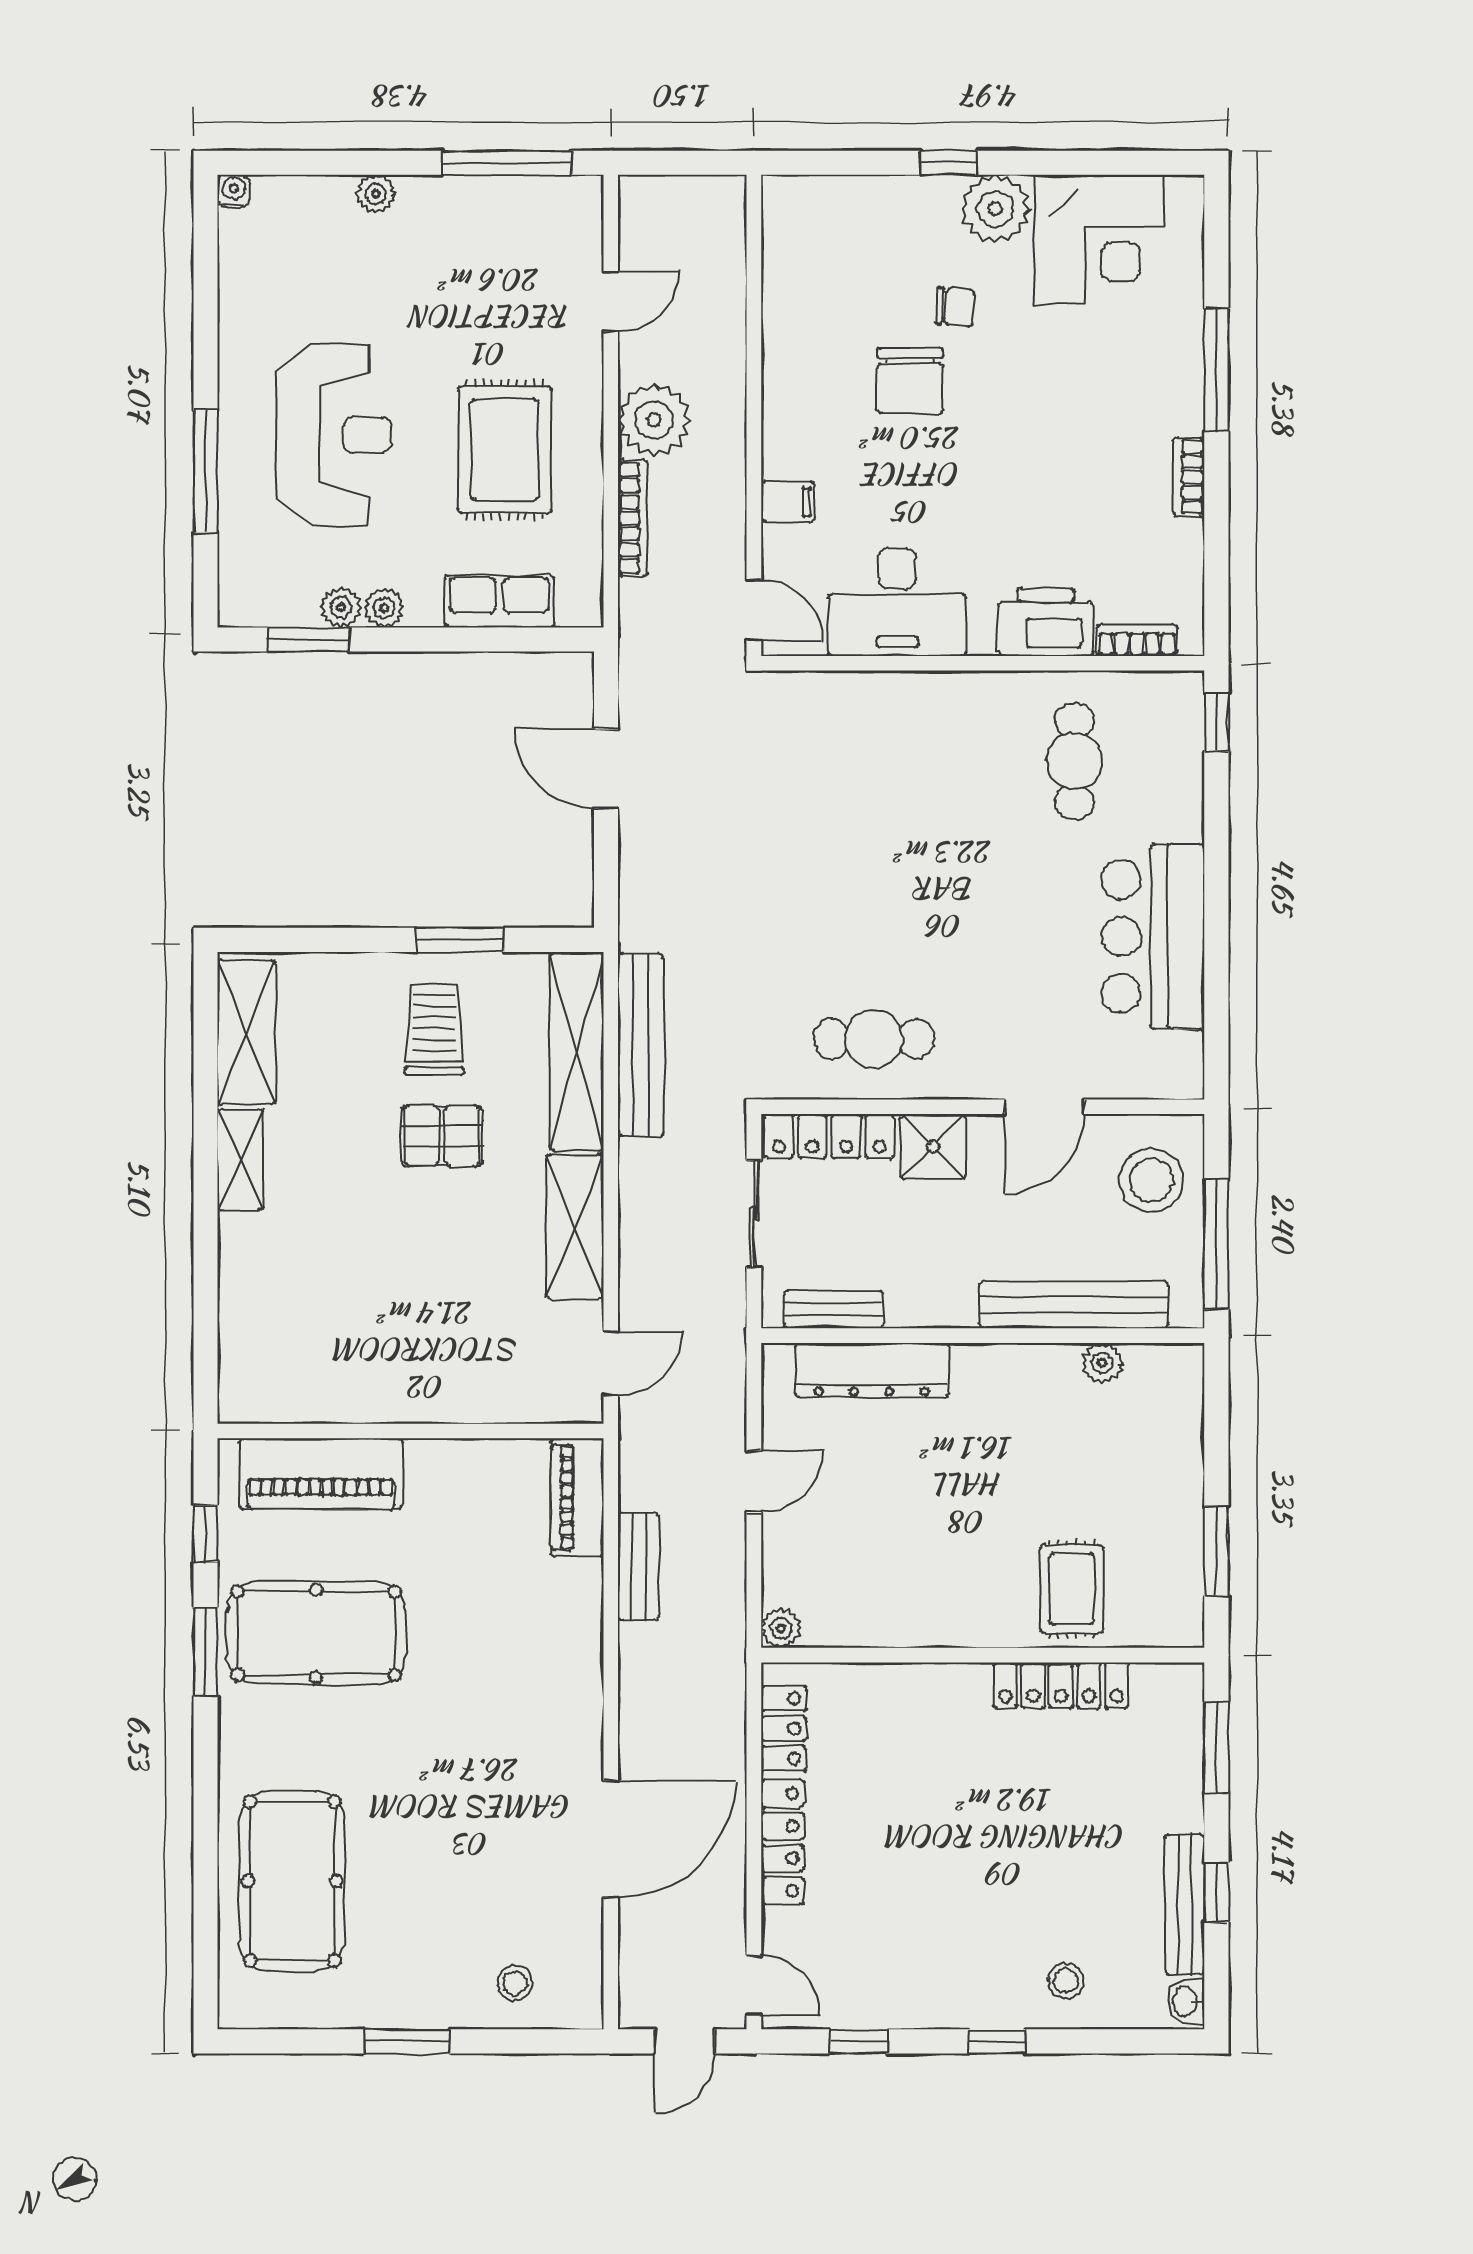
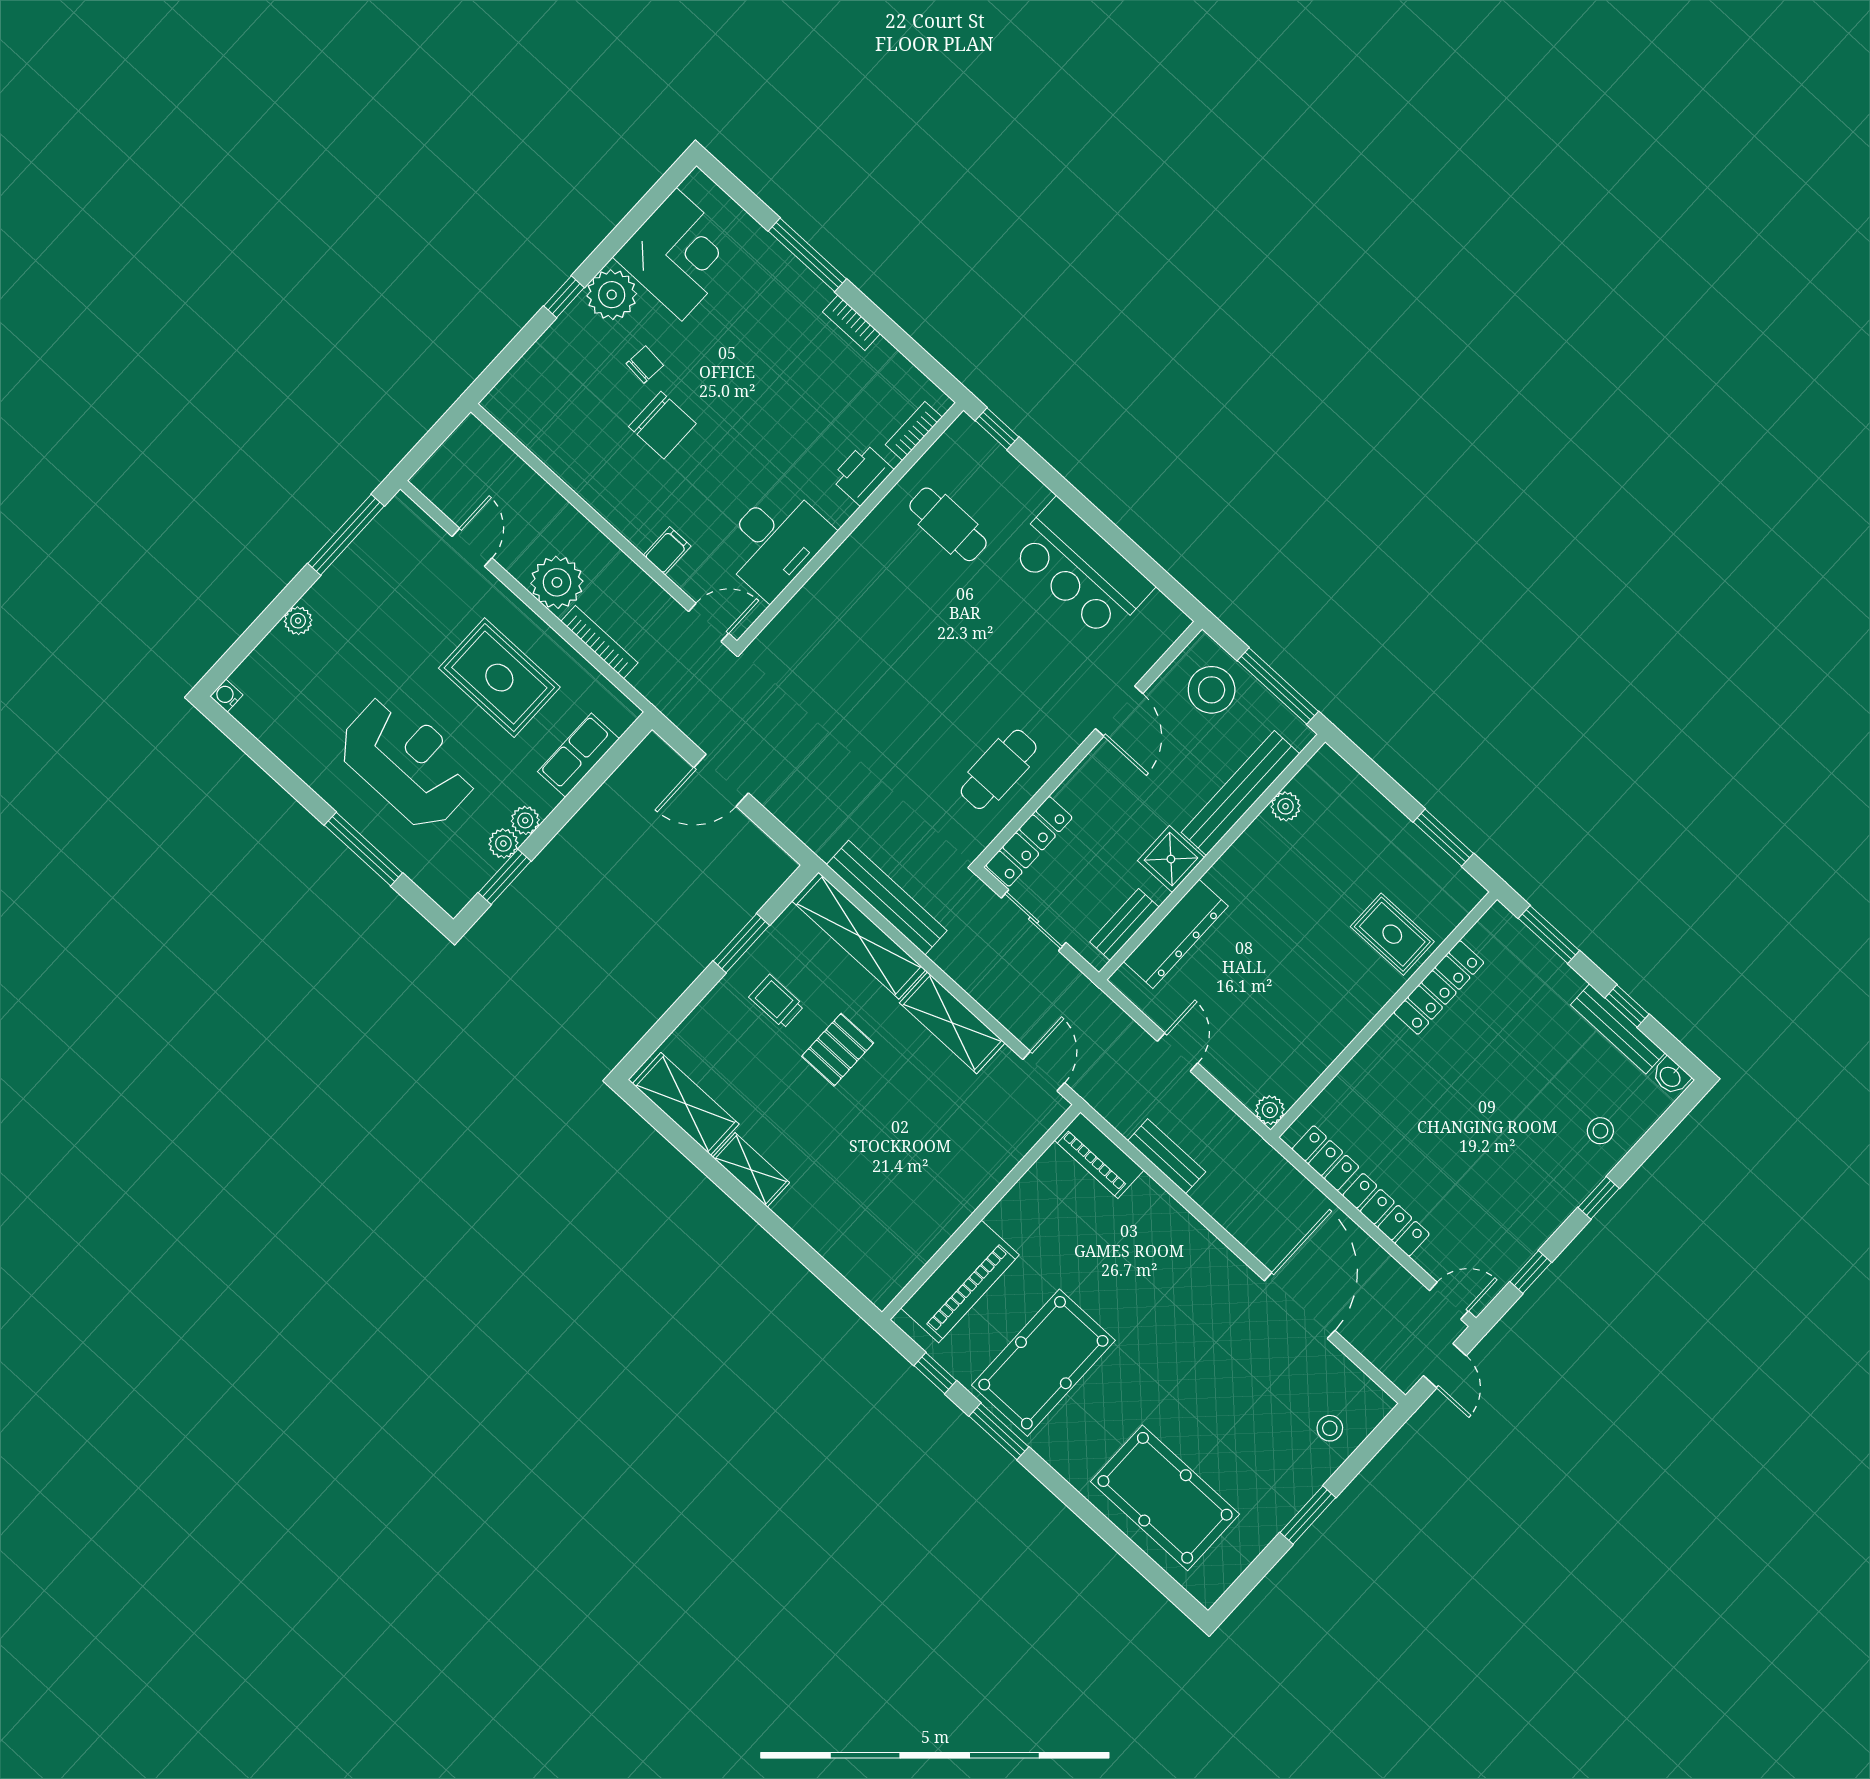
printer: (1046, 622) -> (862, 474), width x0.73, depth x0.84
trolley: (434, 1029) -> (777, 1001), width x0.73, depth x0.72
shower: (933, 1147) -> (1171, 859), moved

